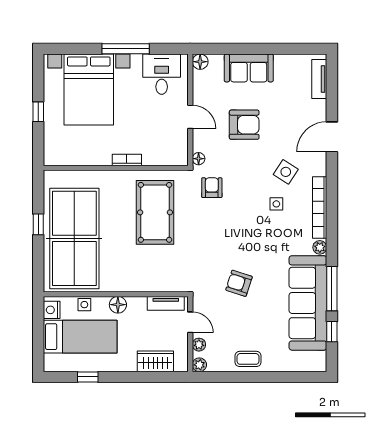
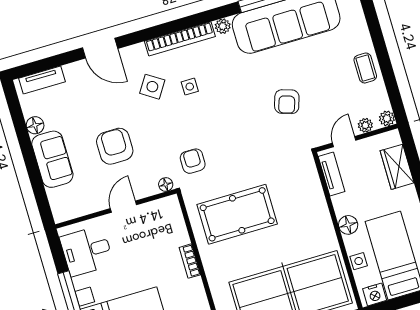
floor lamp: (200, 62) -> (35, 125), moved
armchair: (212, 188) -> (193, 161), turned 90

